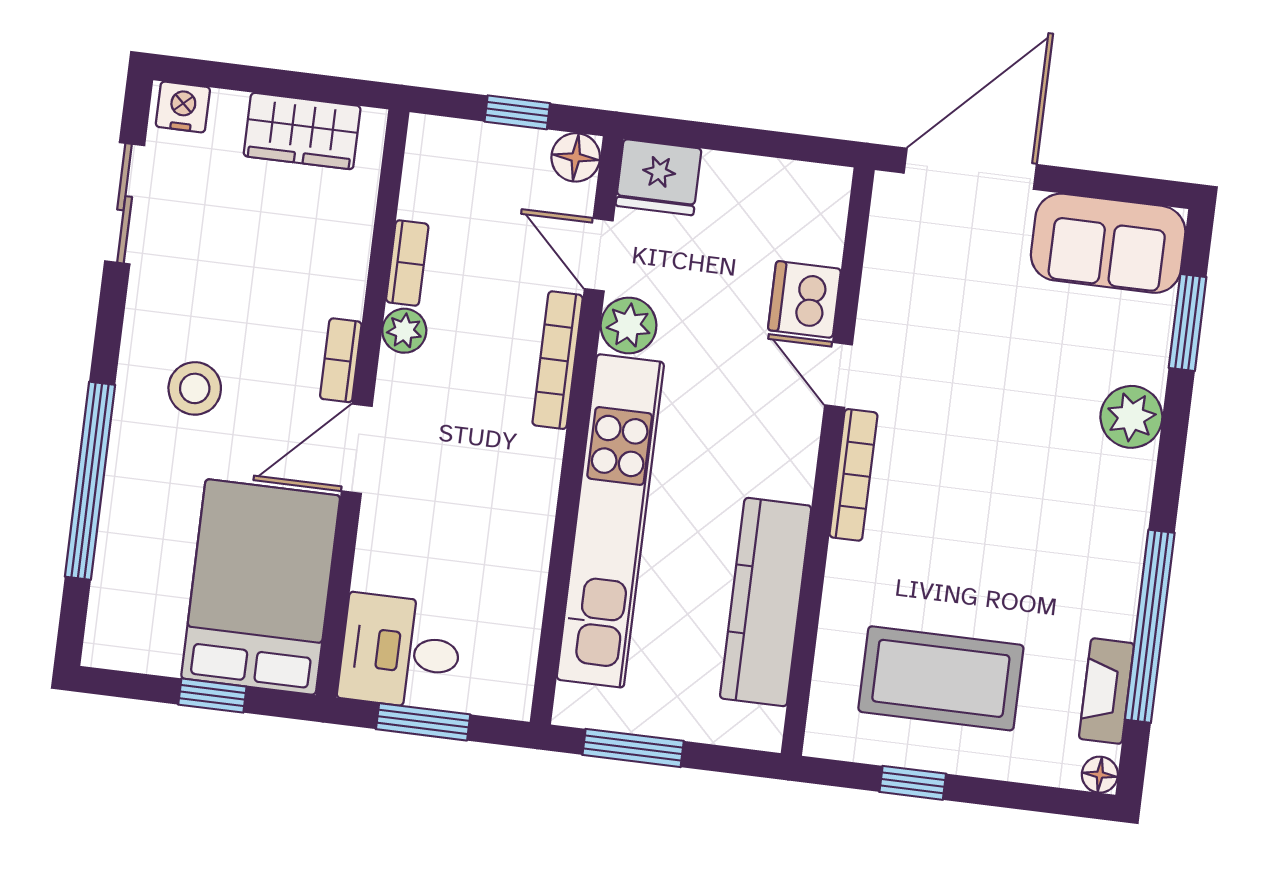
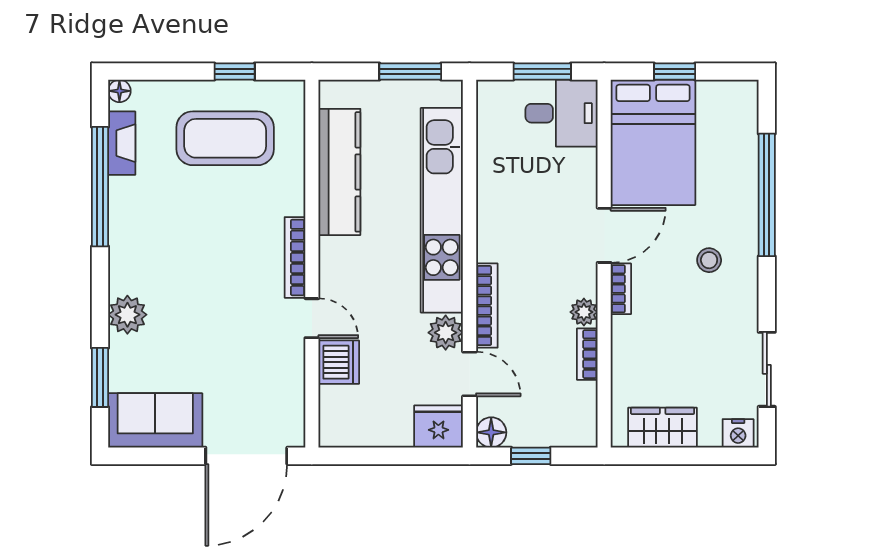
stool: (195, 388) -> (709, 260), width x0.73, depth x0.73

